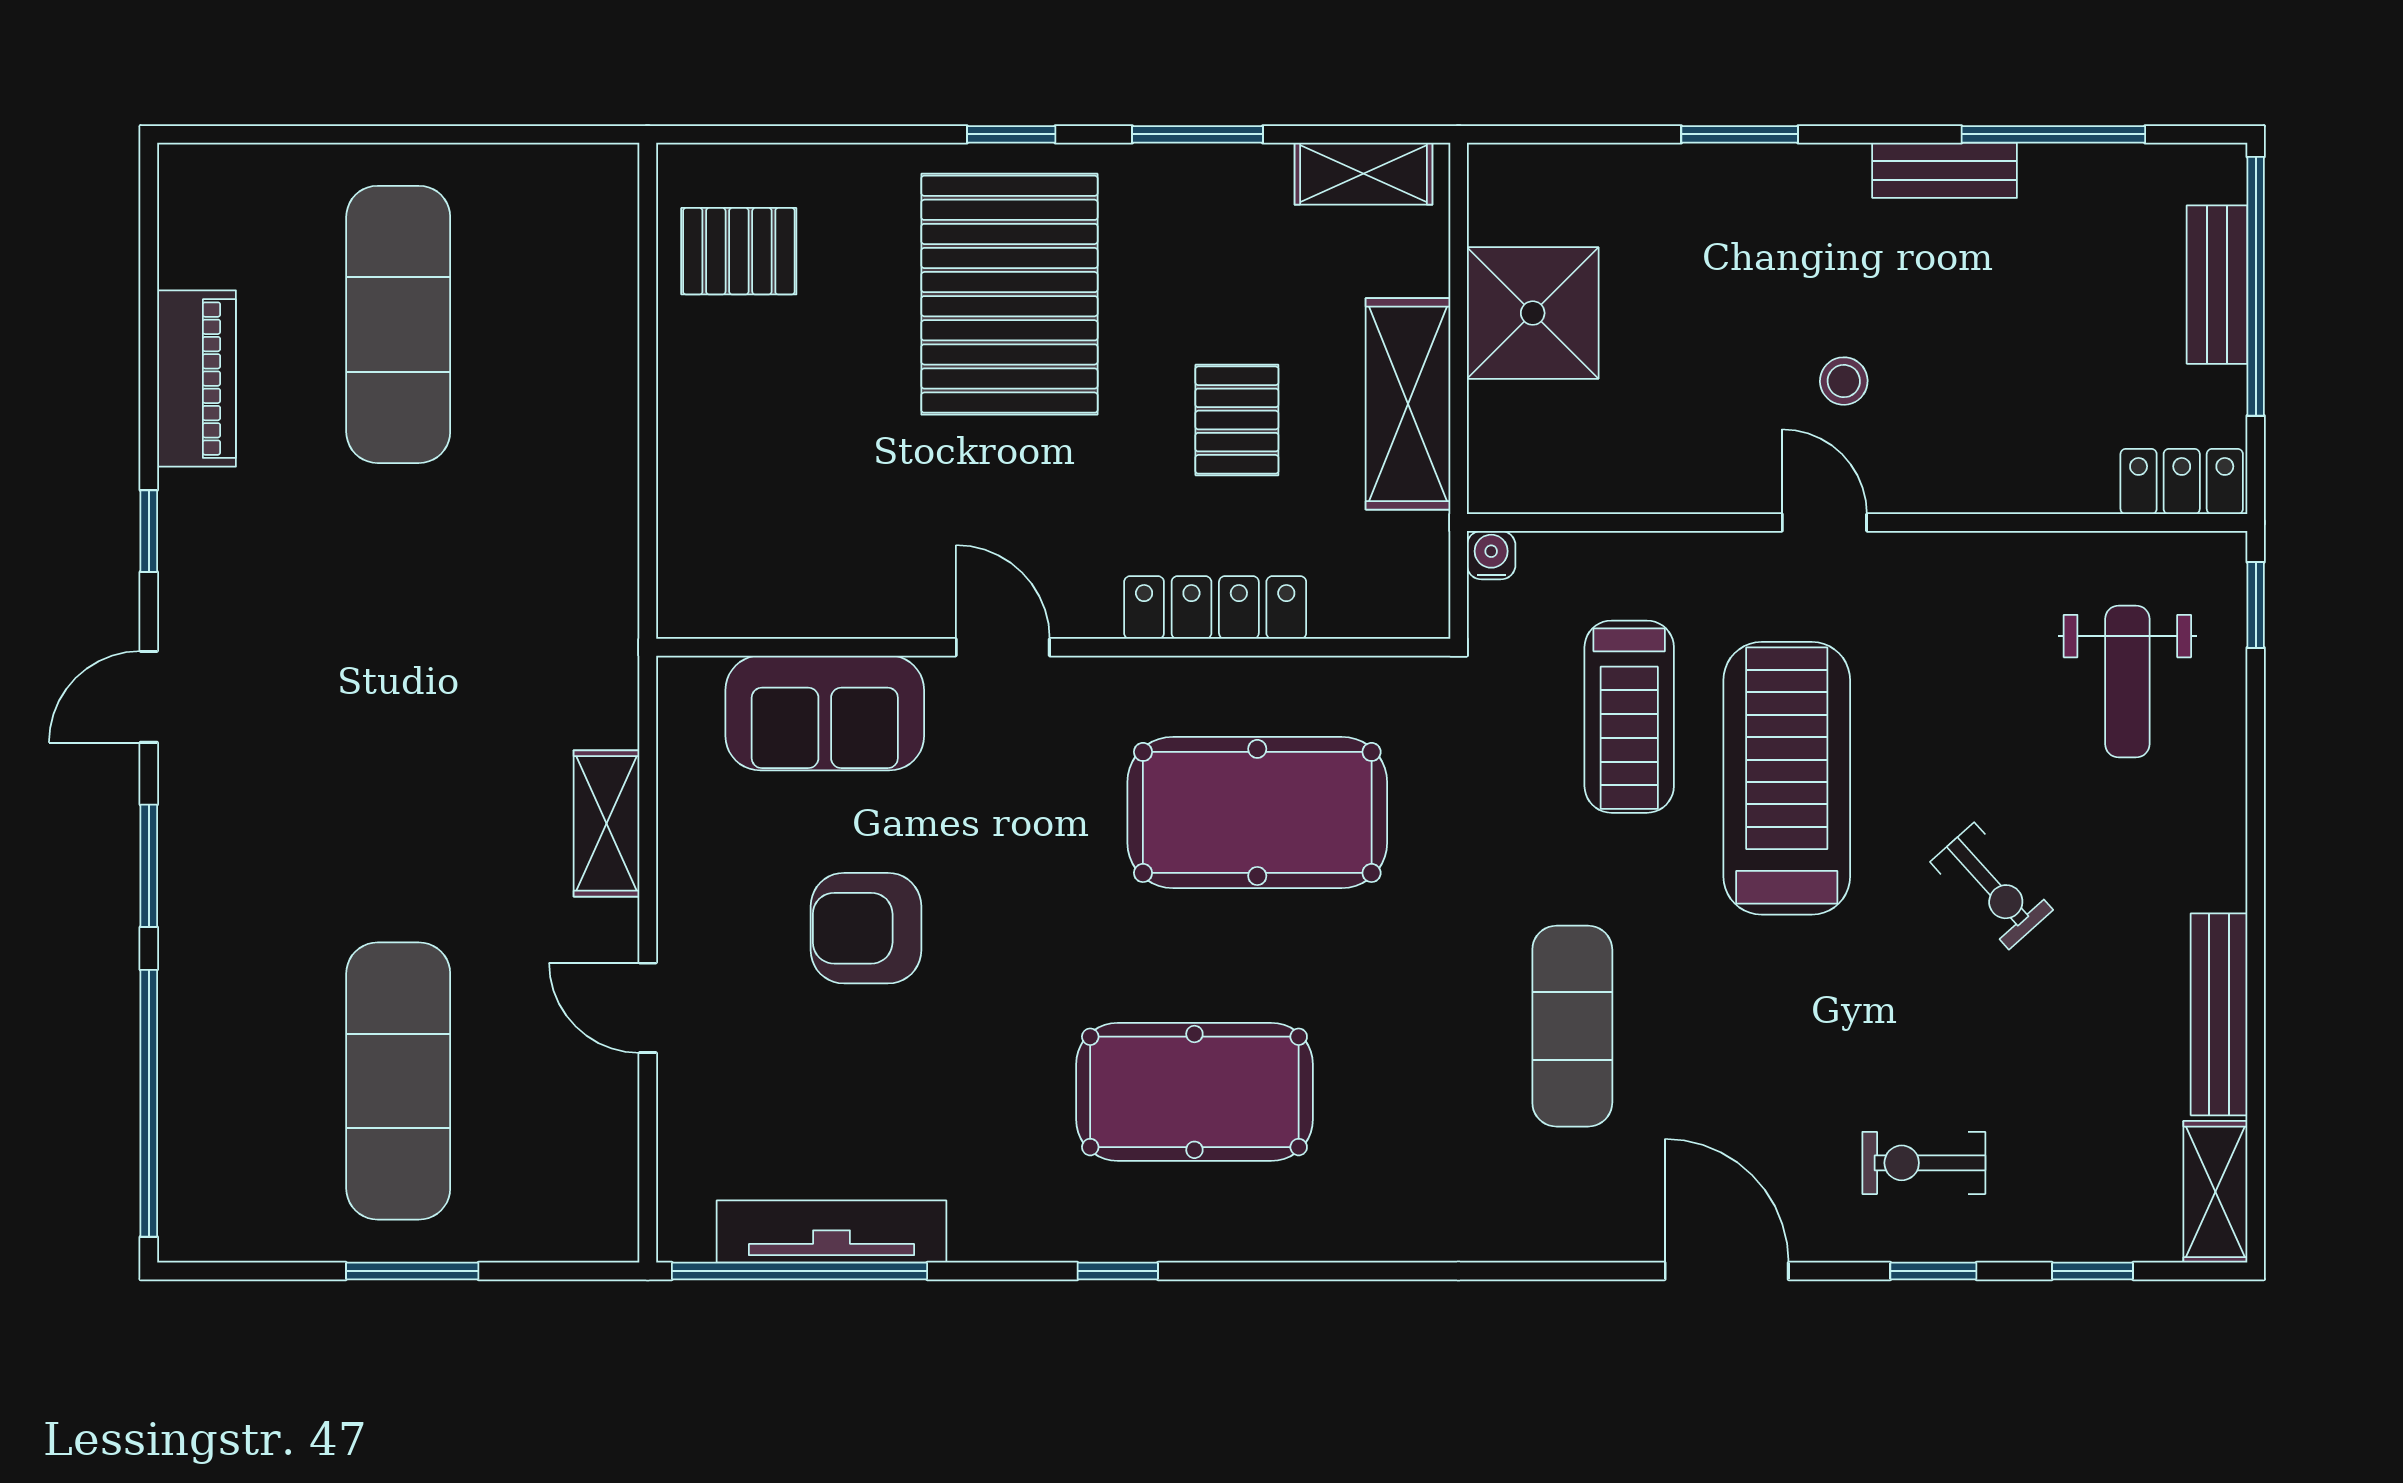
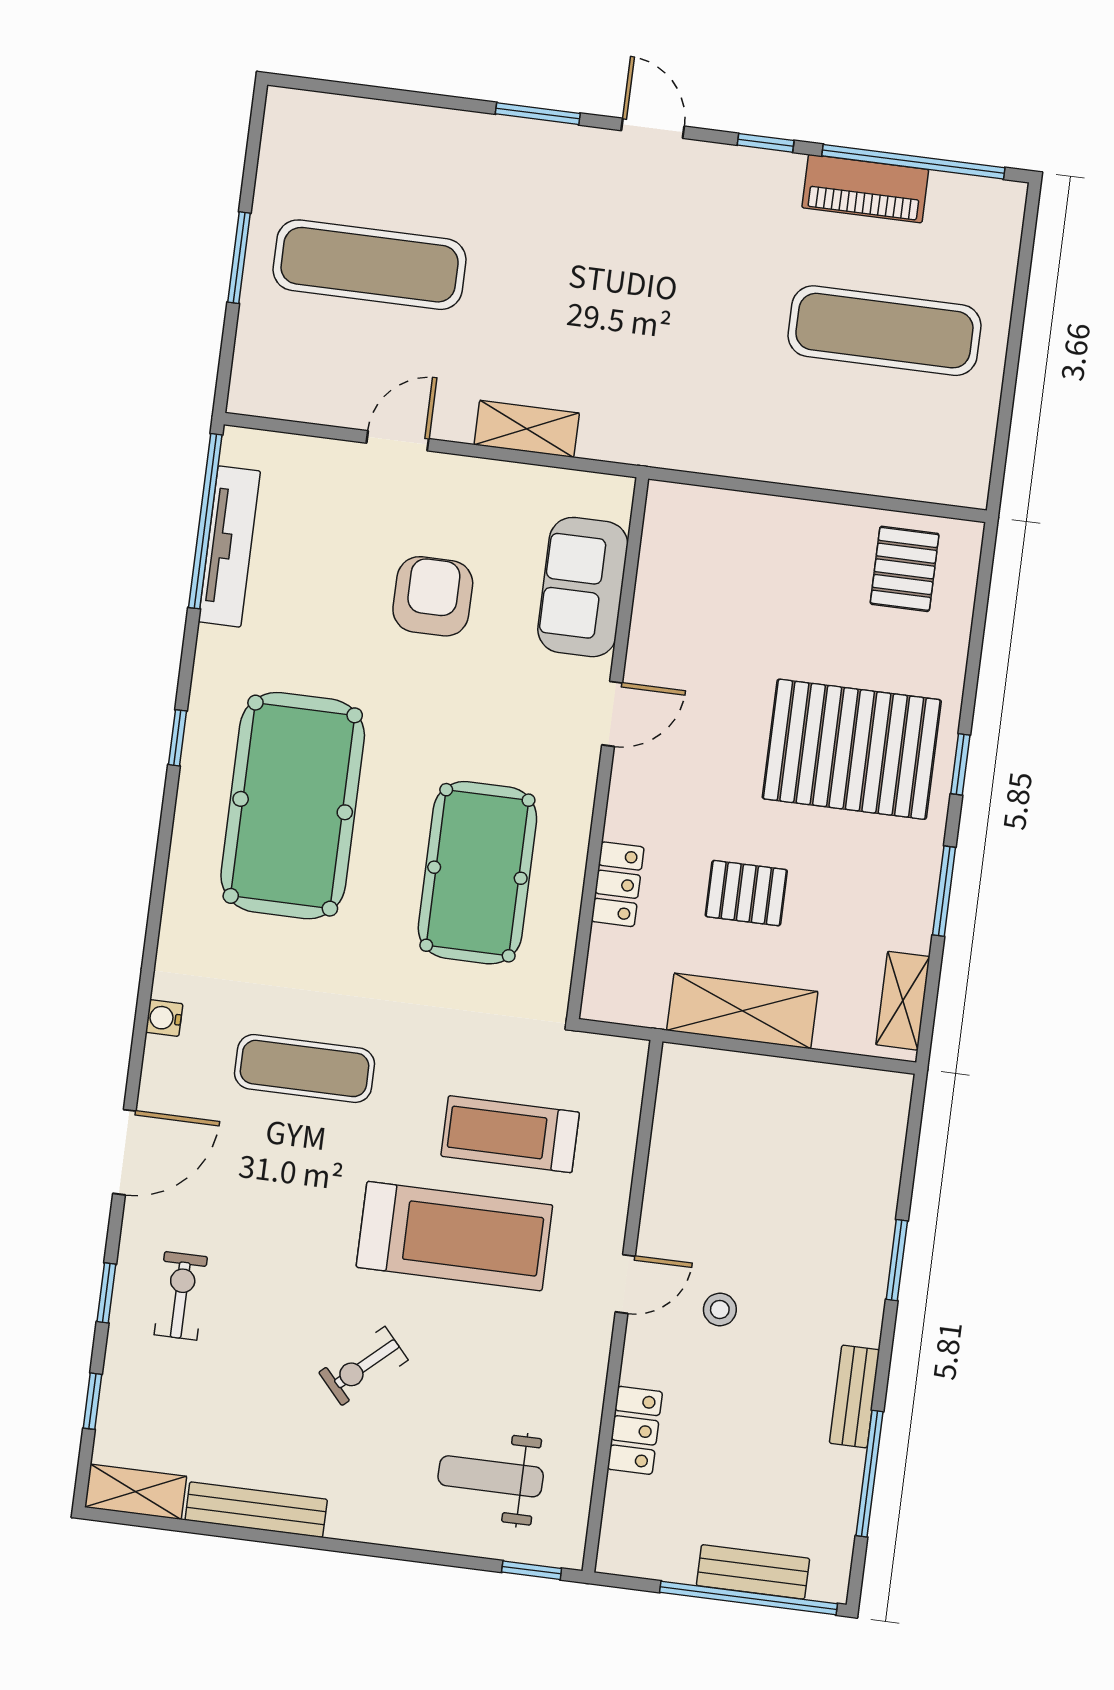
shower: (1533, 313) -> (793, 1104), removed
locker: (2182, 481) -> (635, 1430), moved
water cooler: (1491, 555) -> (164, 1018), moved, turned 180
locker: (1215, 608) -> (618, 884), width x0.66
pool table: (1194, 1092) -> (293, 806), width x1.36, depth x1.32
window: (149, 1103) -> (913, 162), moved

